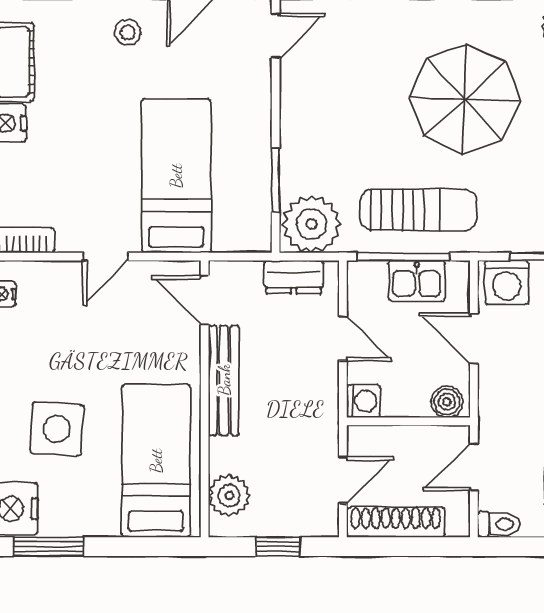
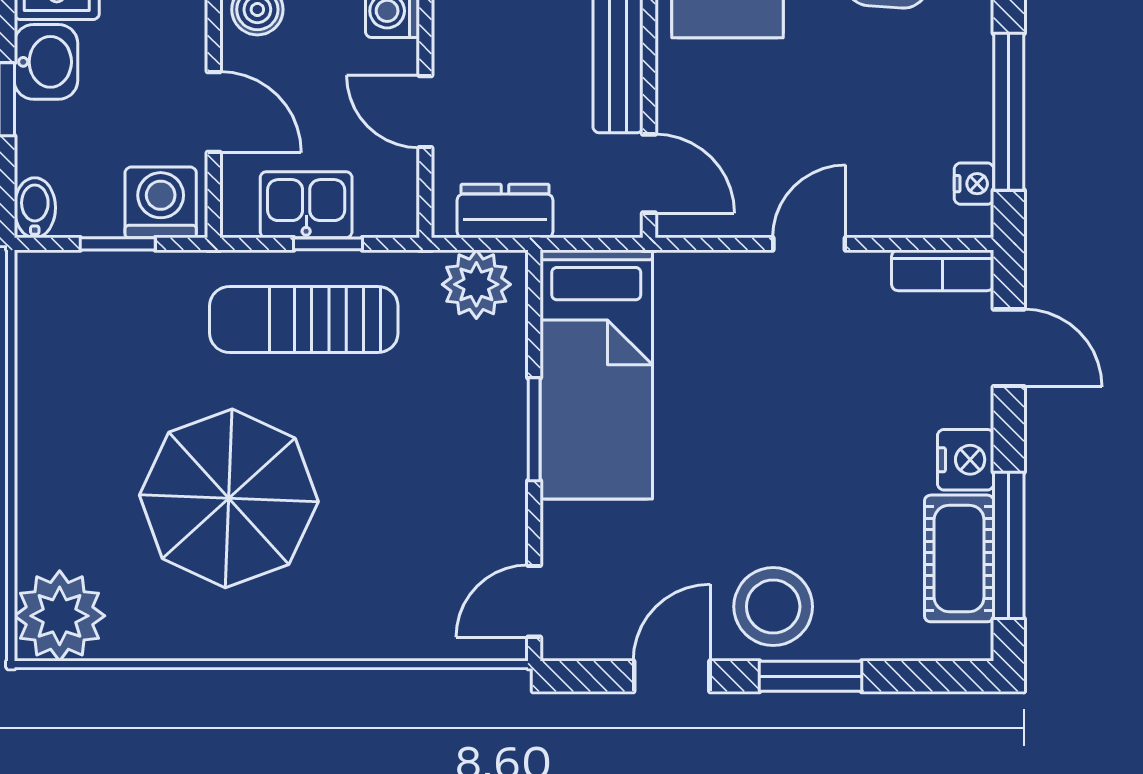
stool: (128, 32) -> (773, 607), width x1.89, depth x1.89
bed: (176, 176) -> (596, 375), moved
window: (276, 180) -> (534, 429), moved
plant: (311, 224) -> (476, 284), width x0.73, depth x0.73
window: (403, 257) -> (328, 244), width x0.46

